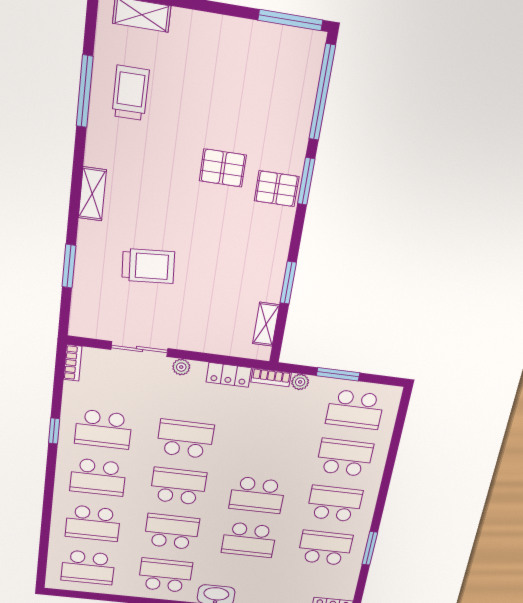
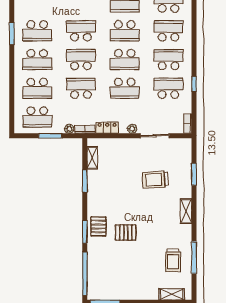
pallet: (277, 189) -> (98, 226), turned 90
school desk: (355, 410) -> (37, 117), turned 180
school desk: (266, 448) -> (81, 88), added

